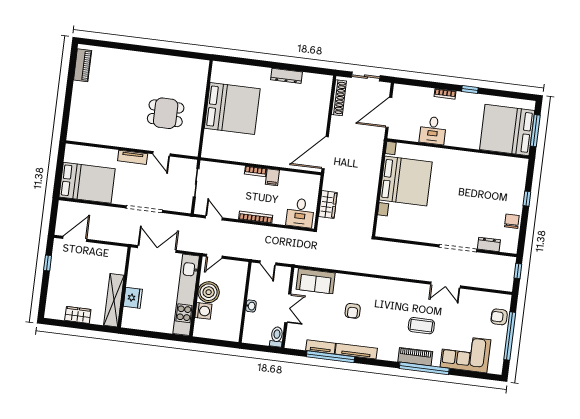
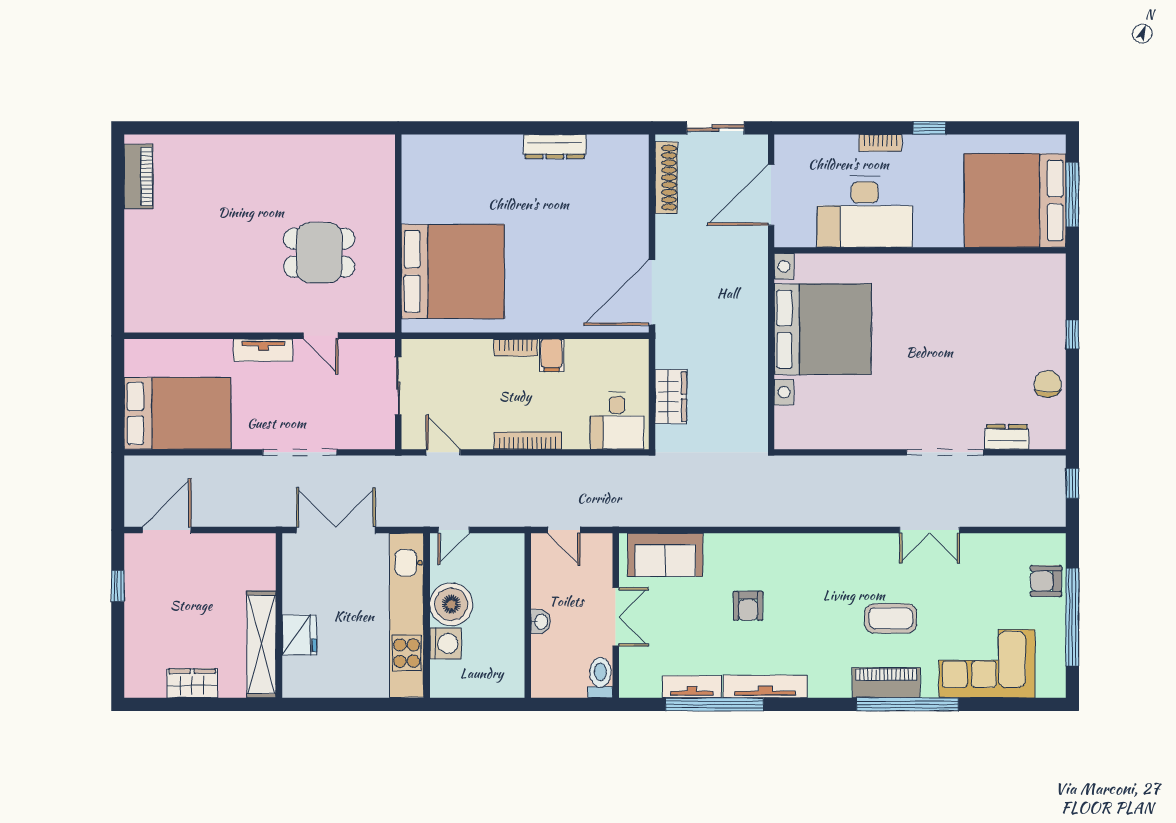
bed: (232, 109) -> (453, 271), moved
desk: (433, 130) -> (865, 212), width x1.87, depth x1.30

